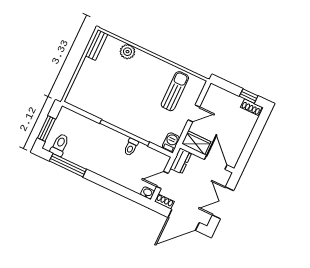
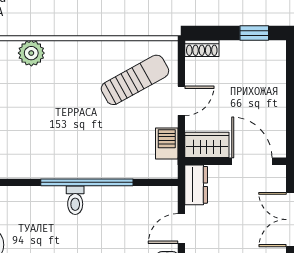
sun lounger: (175, 91) -> (135, 80), turned 61
shoe rack: (251, 107) -> (202, 48), moved
barbecue: (171, 142) -> (167, 143), moved
toilet: (131, 147) -> (75, 200), moved

